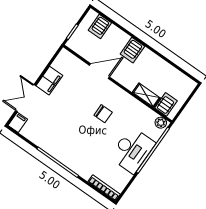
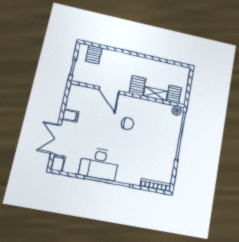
server rack: (132, 50) -> (137, 86), moved, turned 180
door: (99, 71) -> (109, 90), swing flipped
filing cabinet: (49, 81) -> (70, 116), width x0.50
desk: (132, 150) -> (99, 164), moved, turned 90

